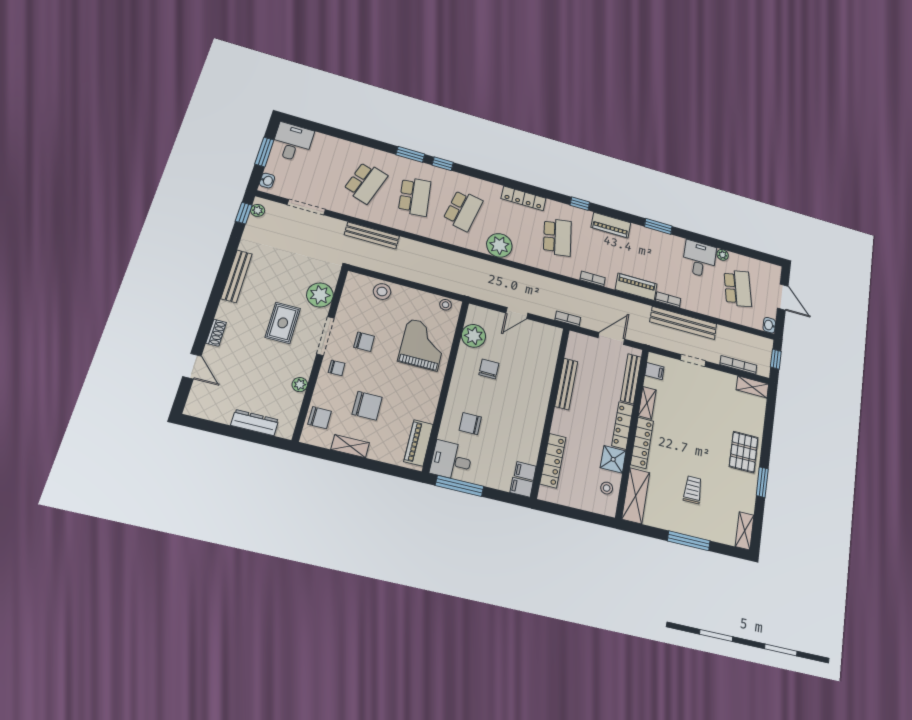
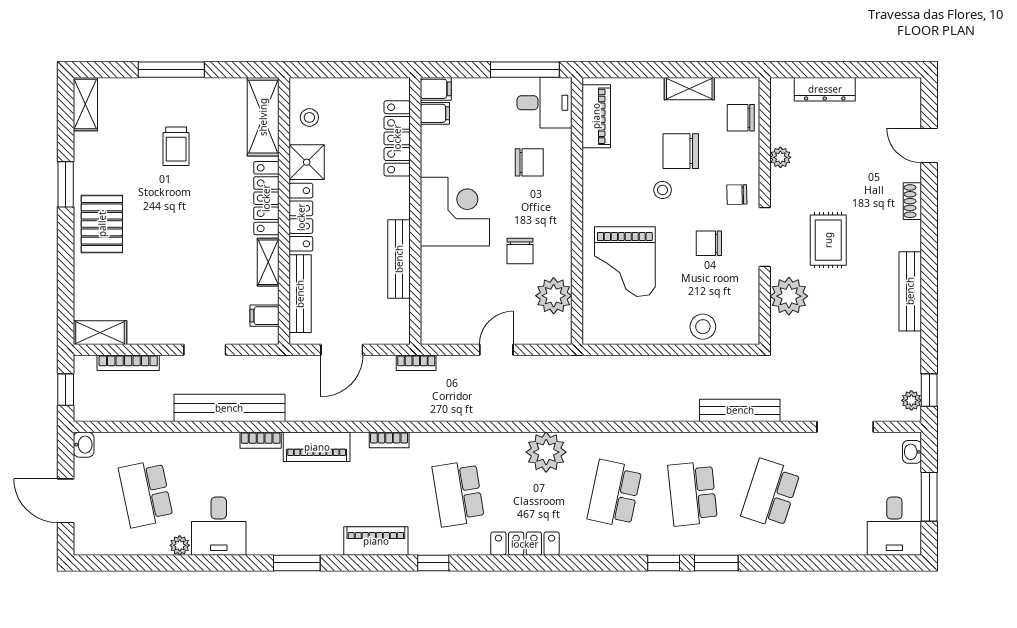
stool: (446, 305) -> (663, 190), moved
corner desk: (525, 404) -> (455, 212), added

